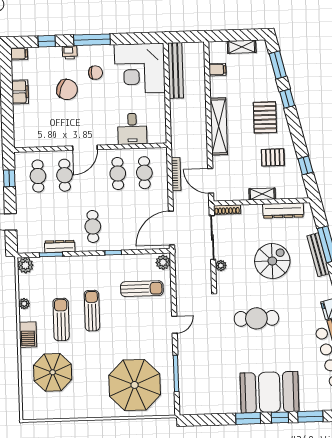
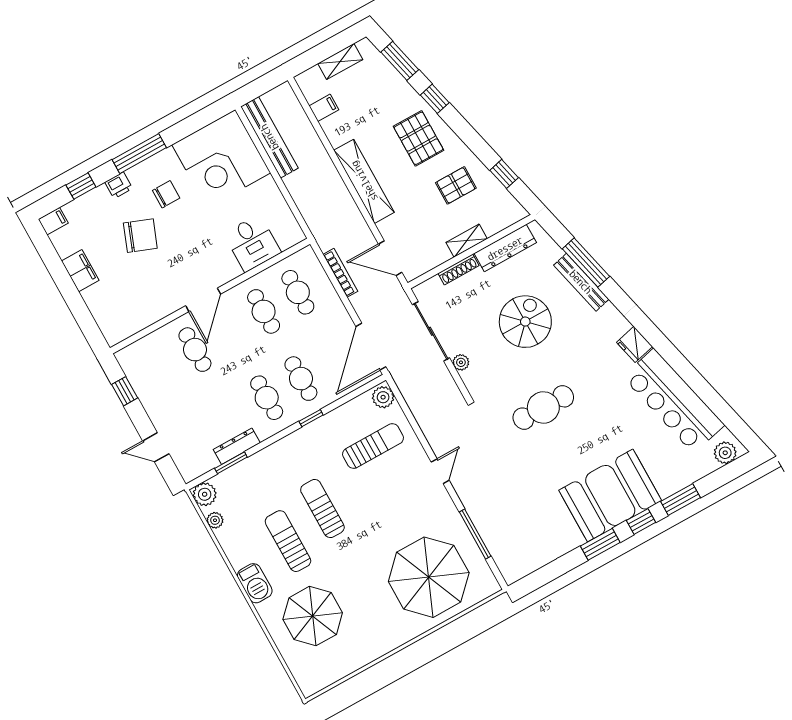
cafe table: (38, 176) -> (301, 379), moved
shoe rack: (227, 210) -> (459, 269), moved
plant: (24, 304) -> (215, 520), moved

